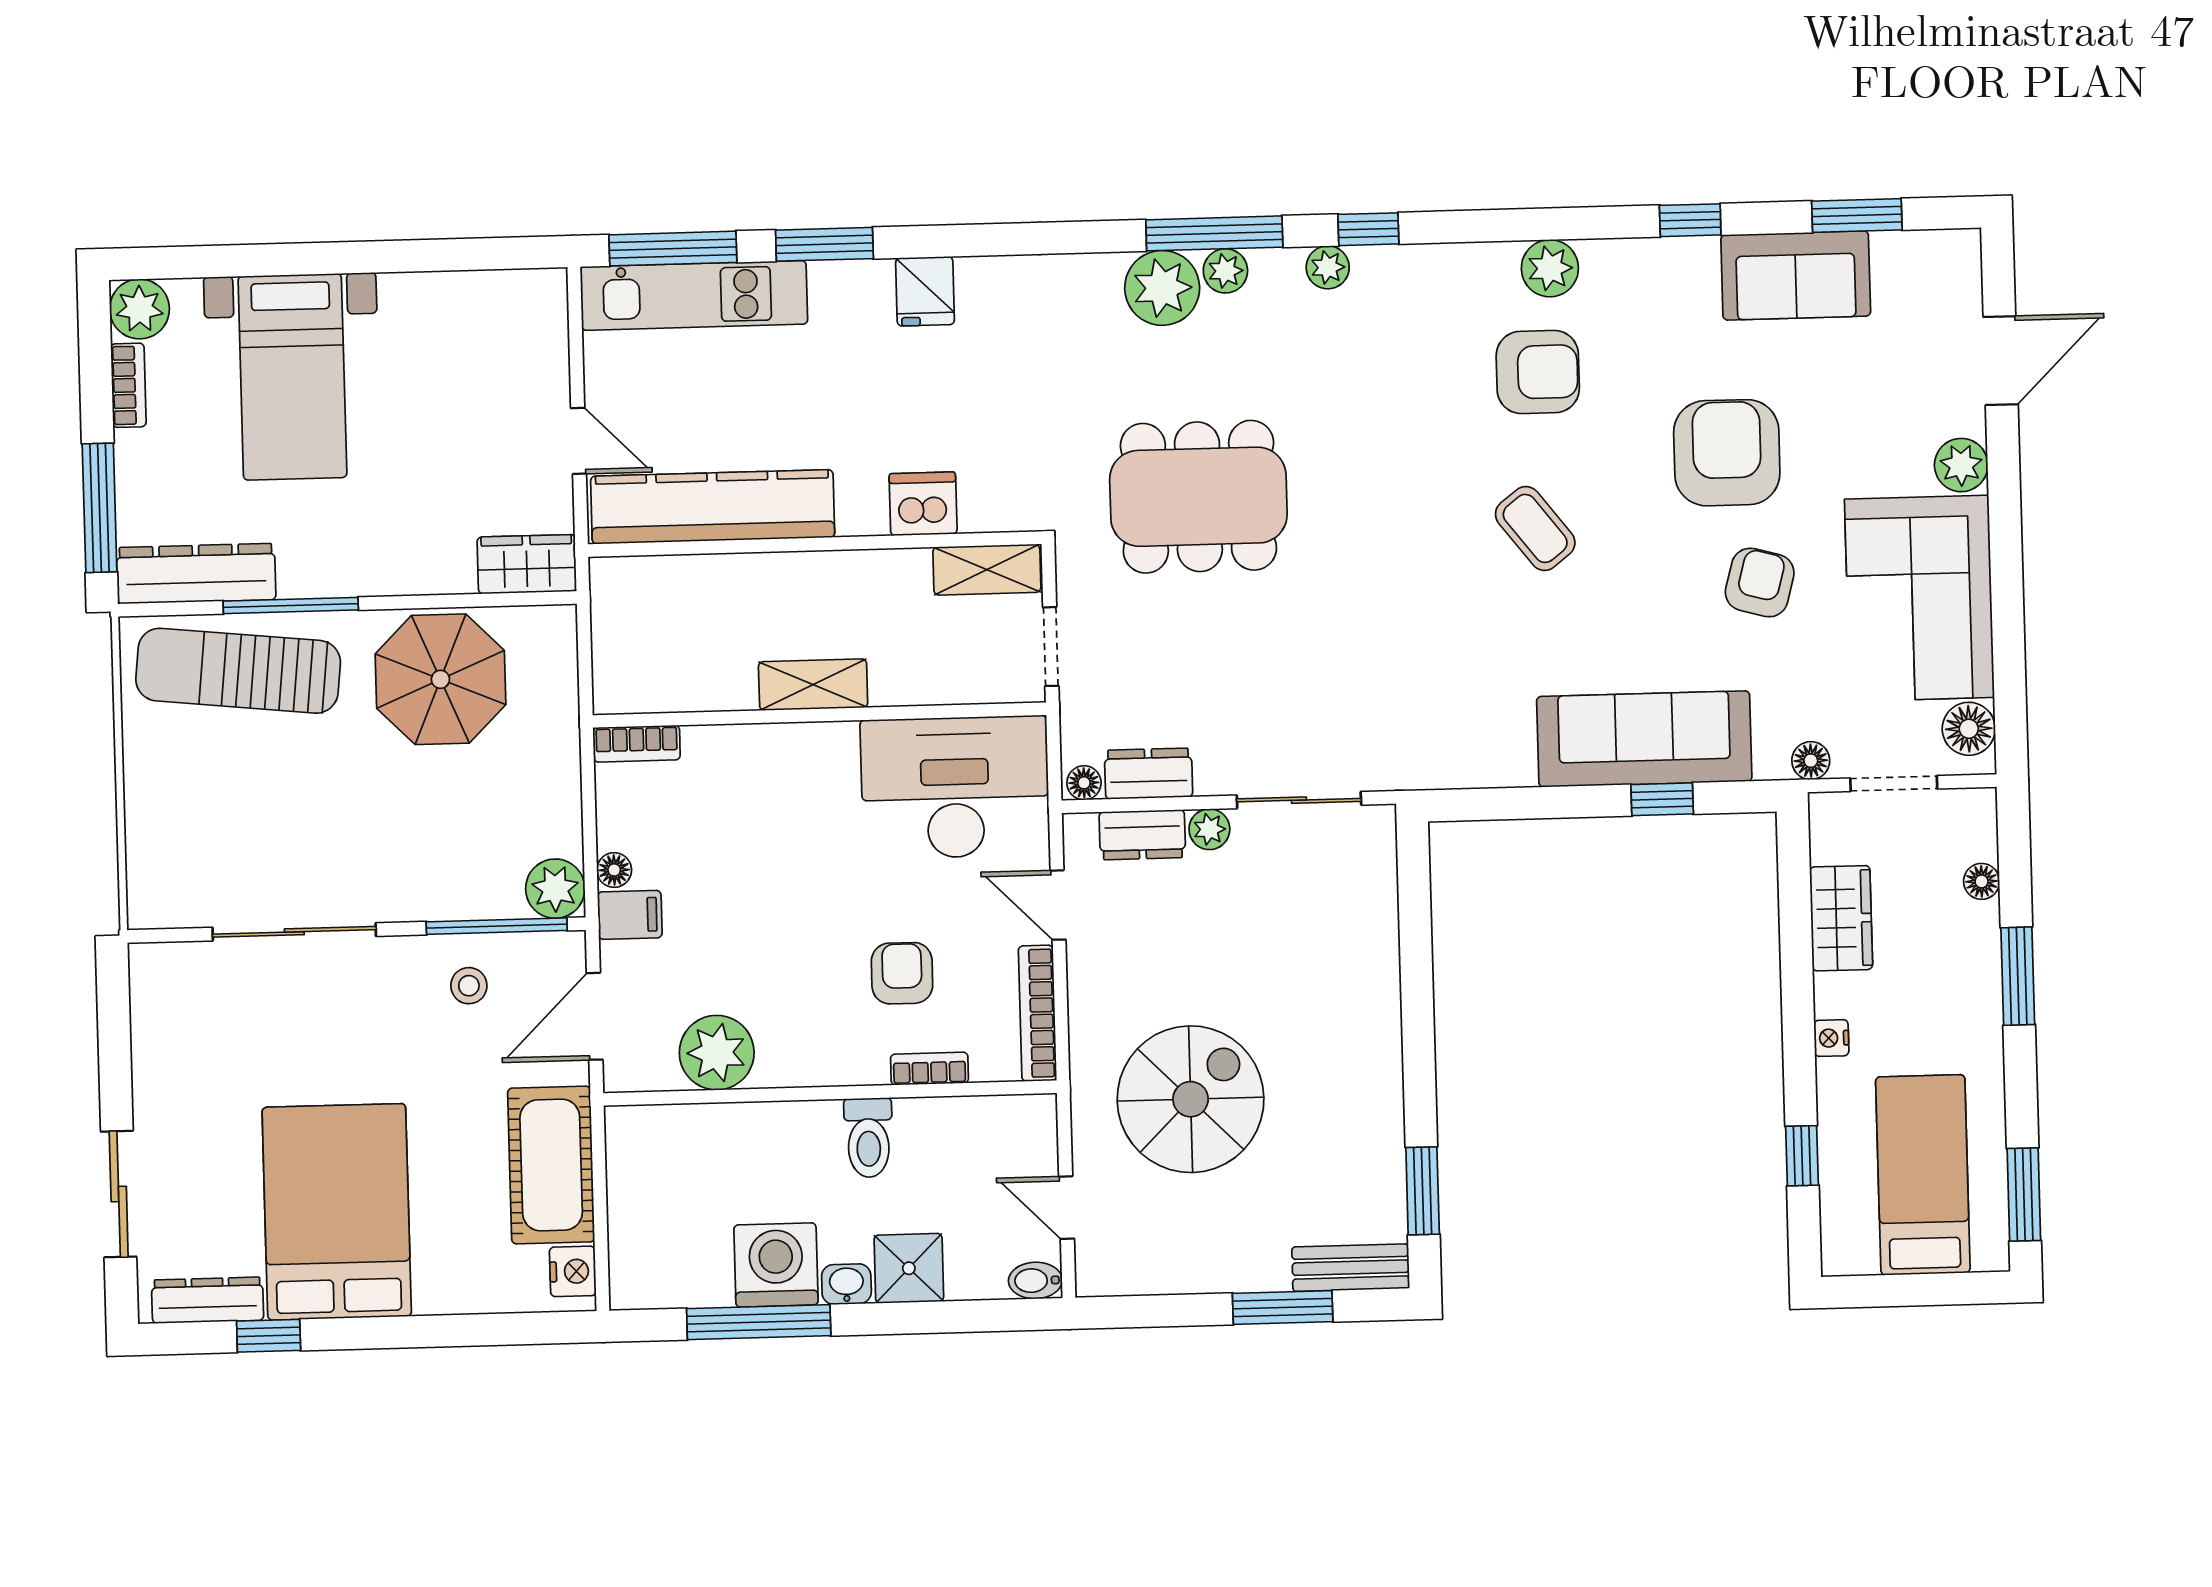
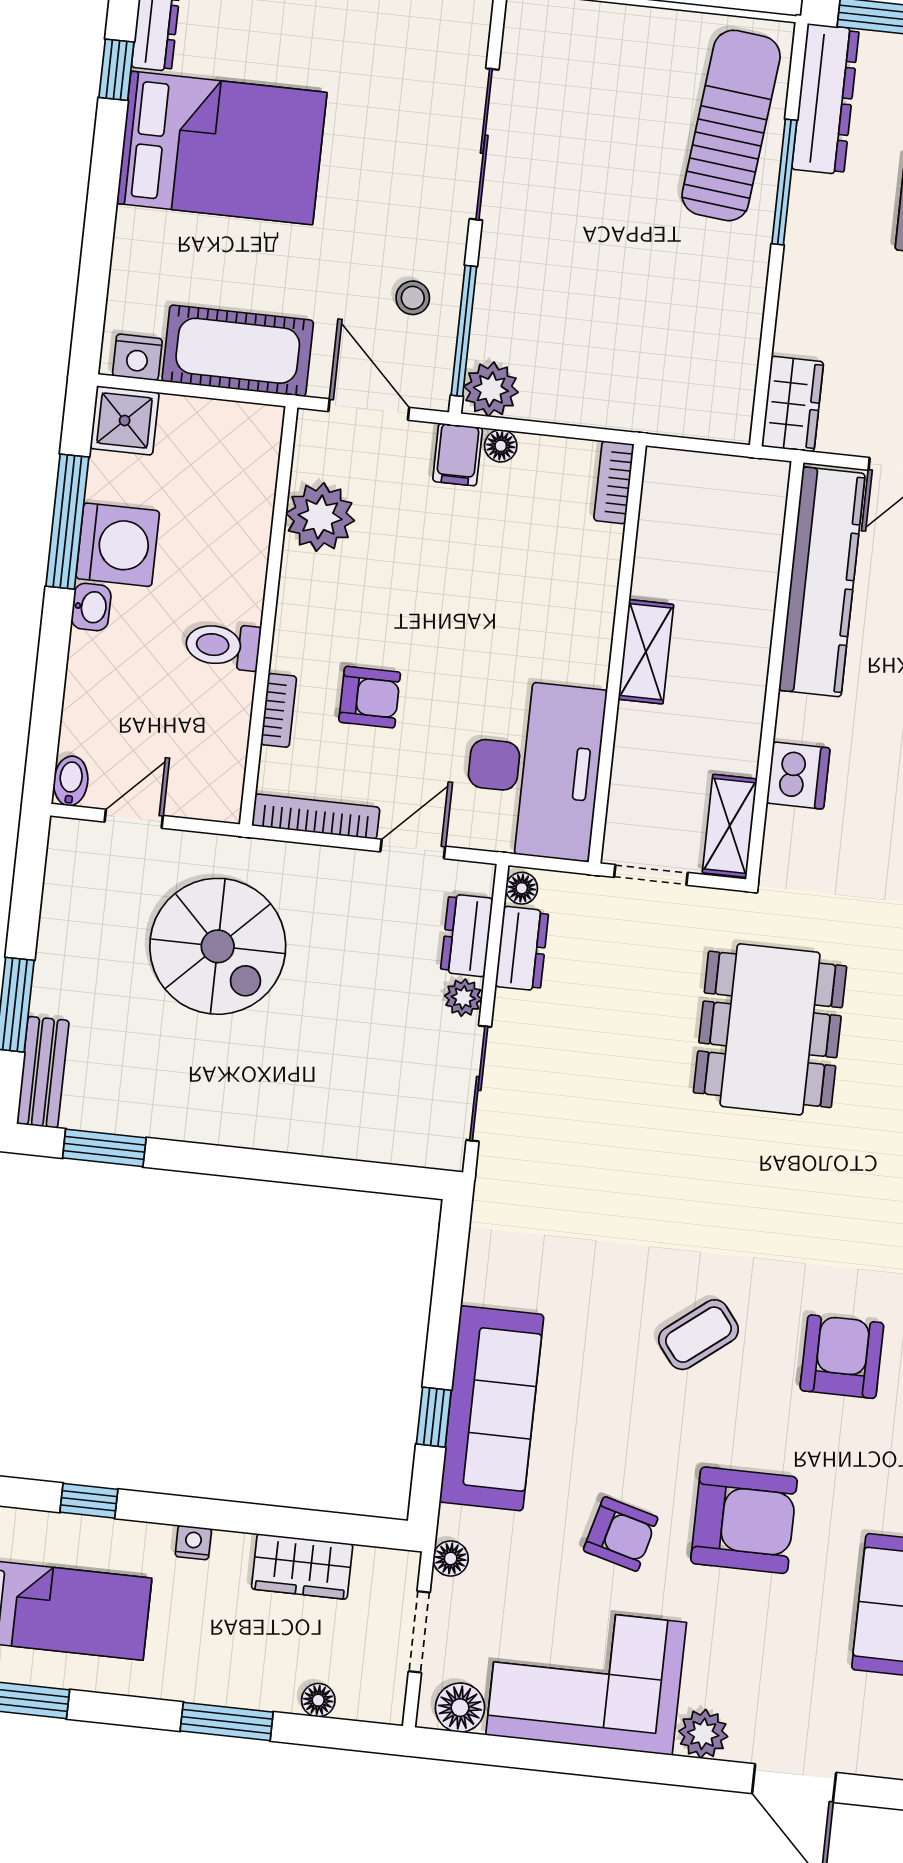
armchair: (1538, 372) -> (842, 1357), turned 180
parasol: (440, 679) -> (698, 310), removed
shower: (909, 1268) -> (125, 420), moved

